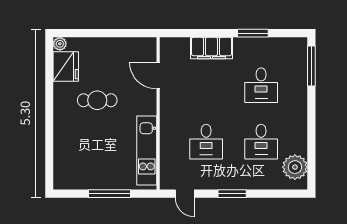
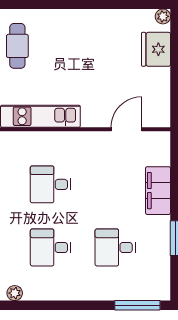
fridge: (66, 67) -> (156, 49), moved, turned 90
cafe table: (97, 100) -> (17, 46), moved
plant: (295, 167) -> (15, 293), width x0.53, depth x0.53

